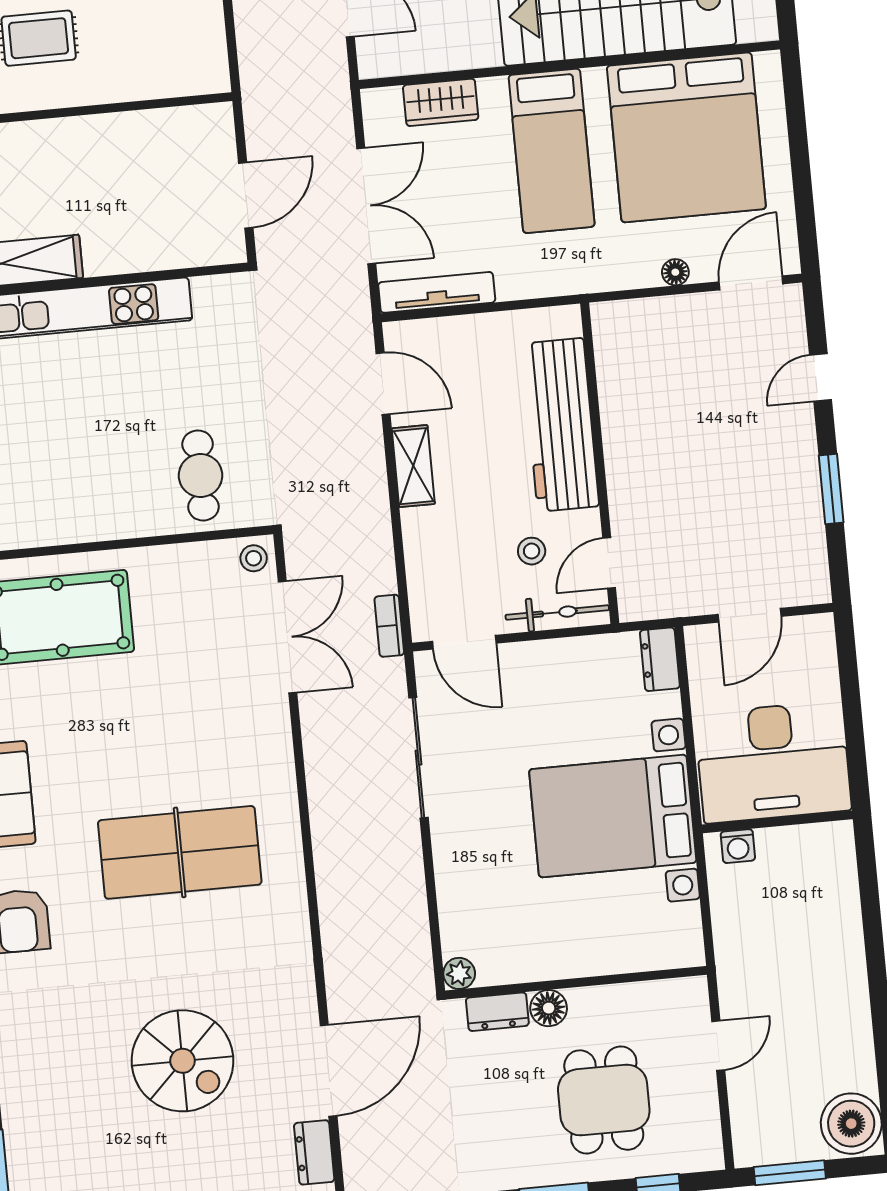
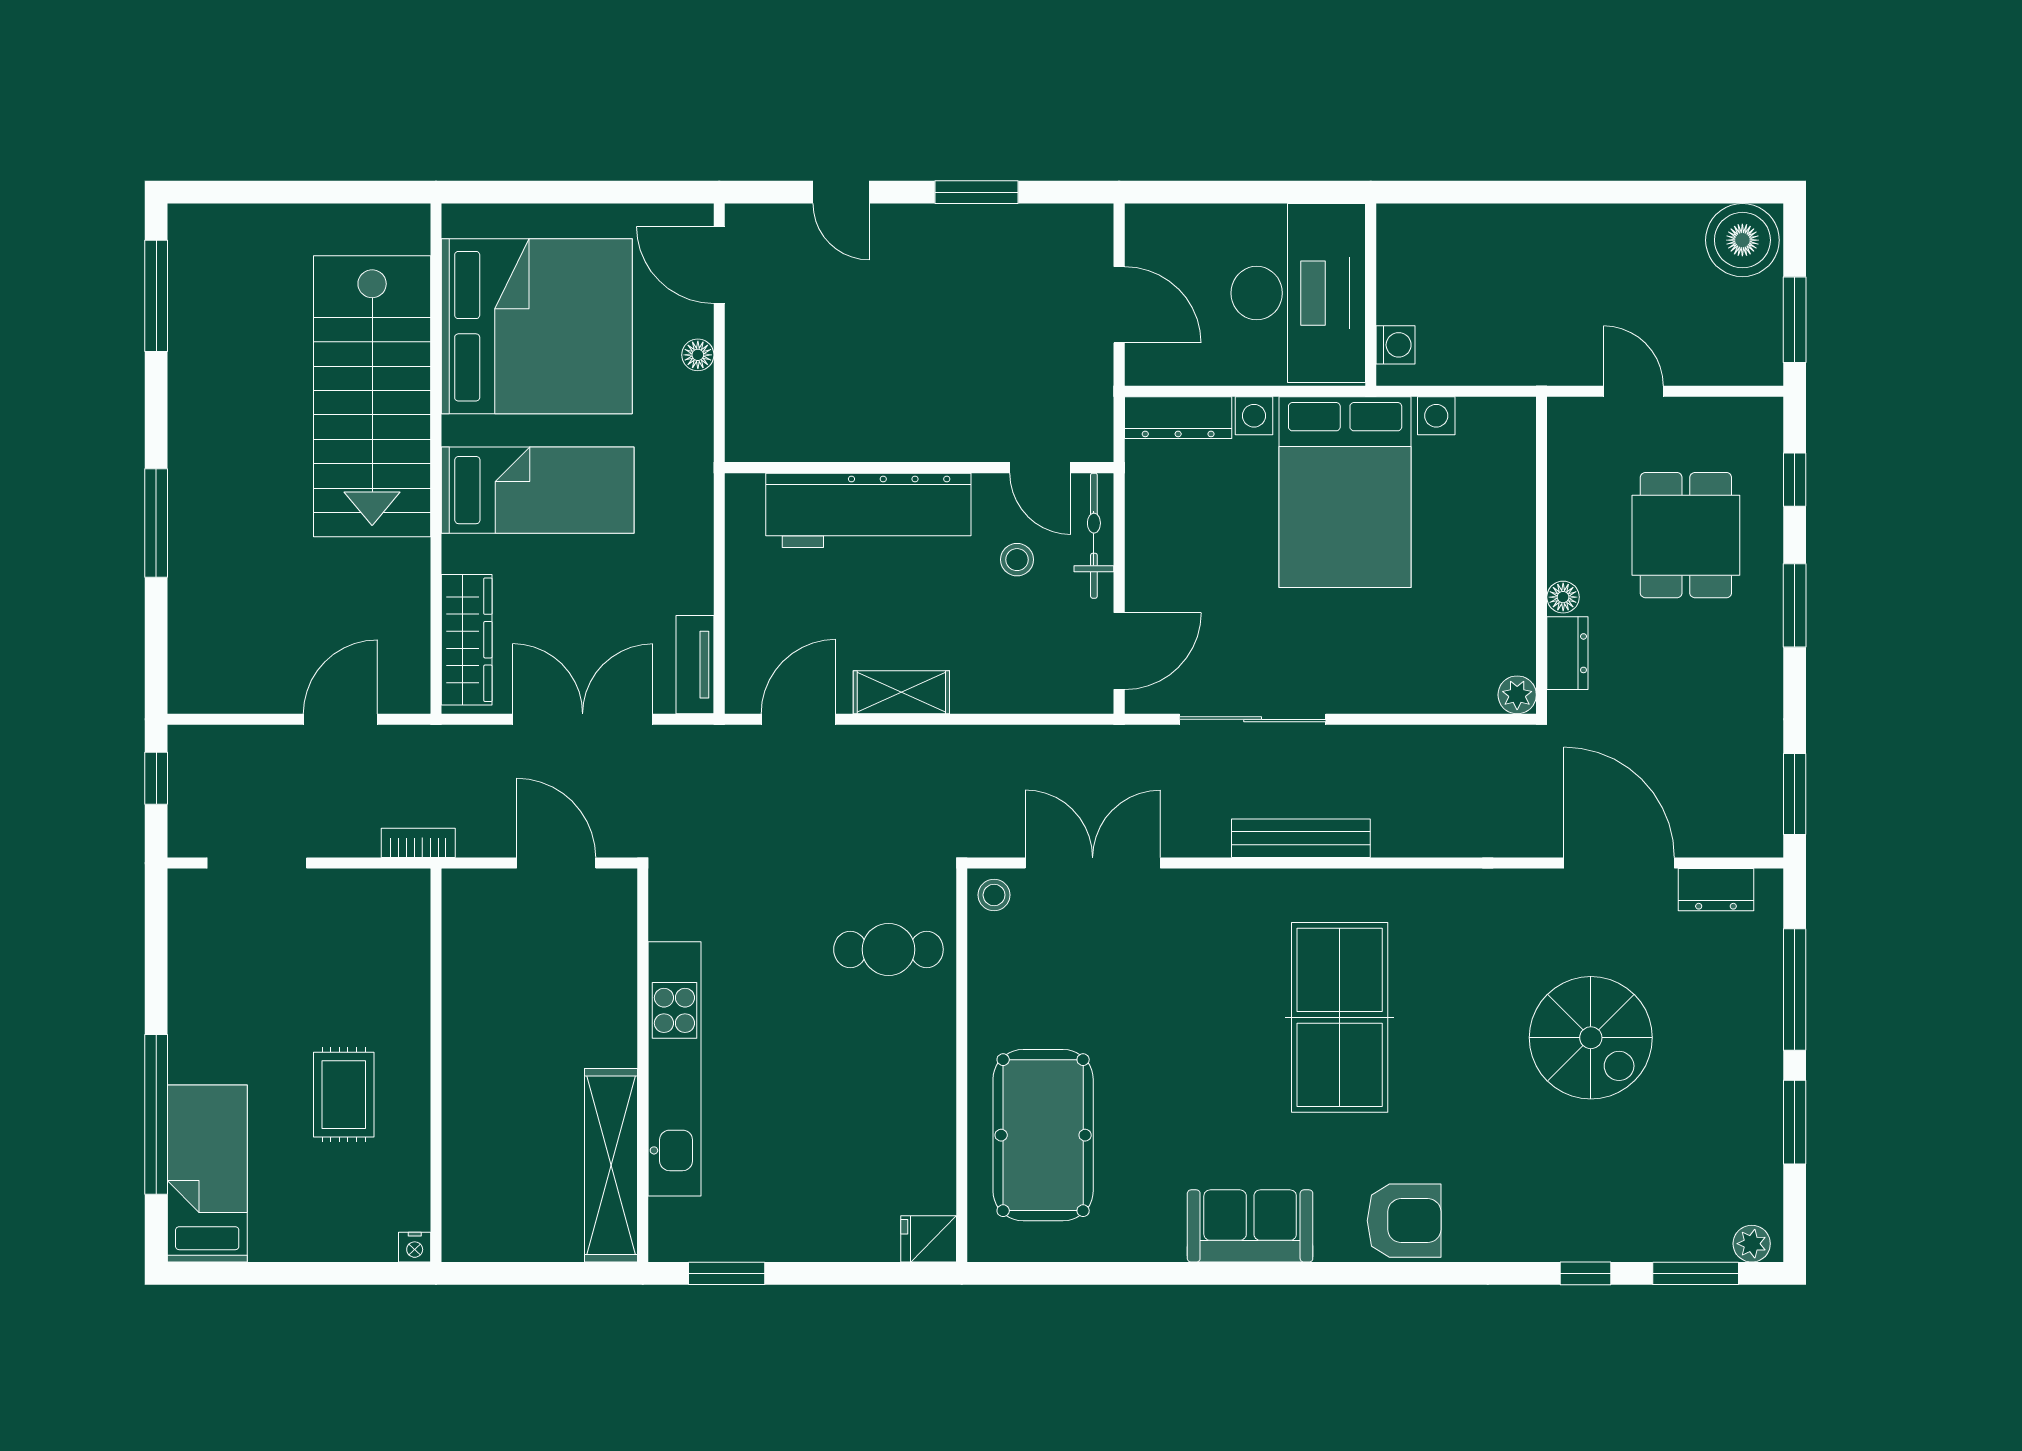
wardrobe: (441, 102) -> (467, 640), width x1.50
tv unit: (437, 292) -> (695, 665), width x0.71
bookcase: (389, 626) -> (418, 843), moved, turned 180
dresser: (660, 659) -> (1178, 418), width x1.44
bench: (324, 807) -> (1301, 838), added
floor lamp: (549, 1008) -> (1563, 597), width x0.73, depth x0.73
spiral stairs: (183, 1061) -> (1591, 1038), turned 90
dining table: (604, 1100) -> (1686, 535), turned 90

